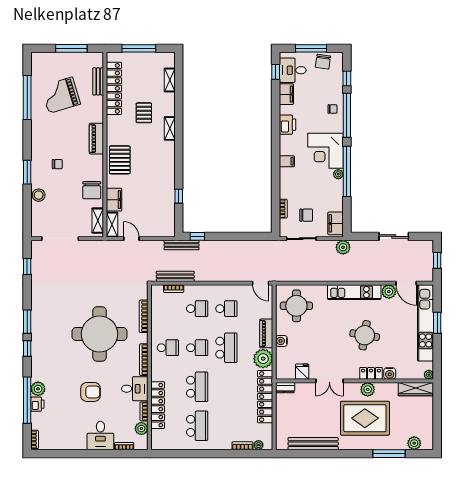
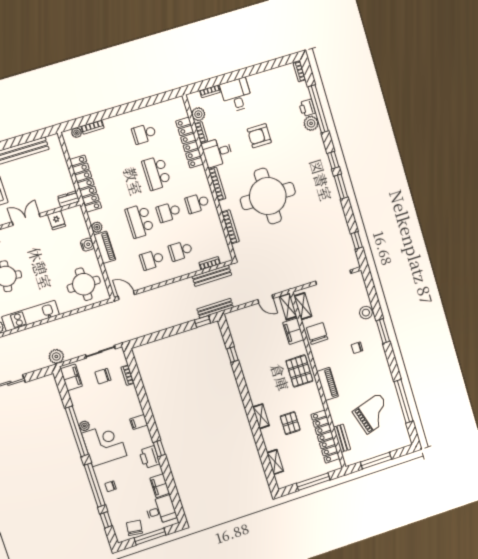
window: (276, 72) -> (159, 449), moved
plant: (263, 359) -> (97, 227), width x0.53, depth x0.53
school desk: (197, 426) -> (144, 134), width x0.54

